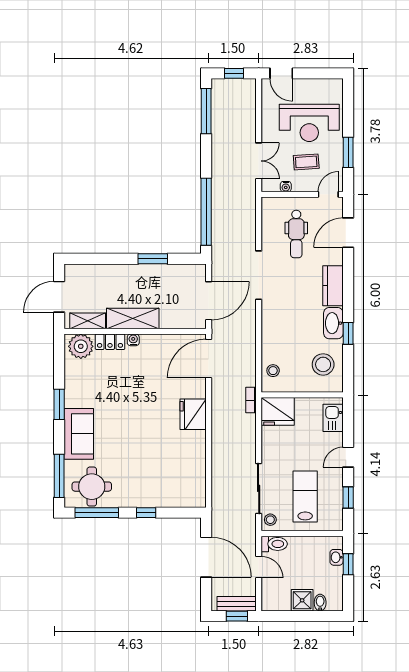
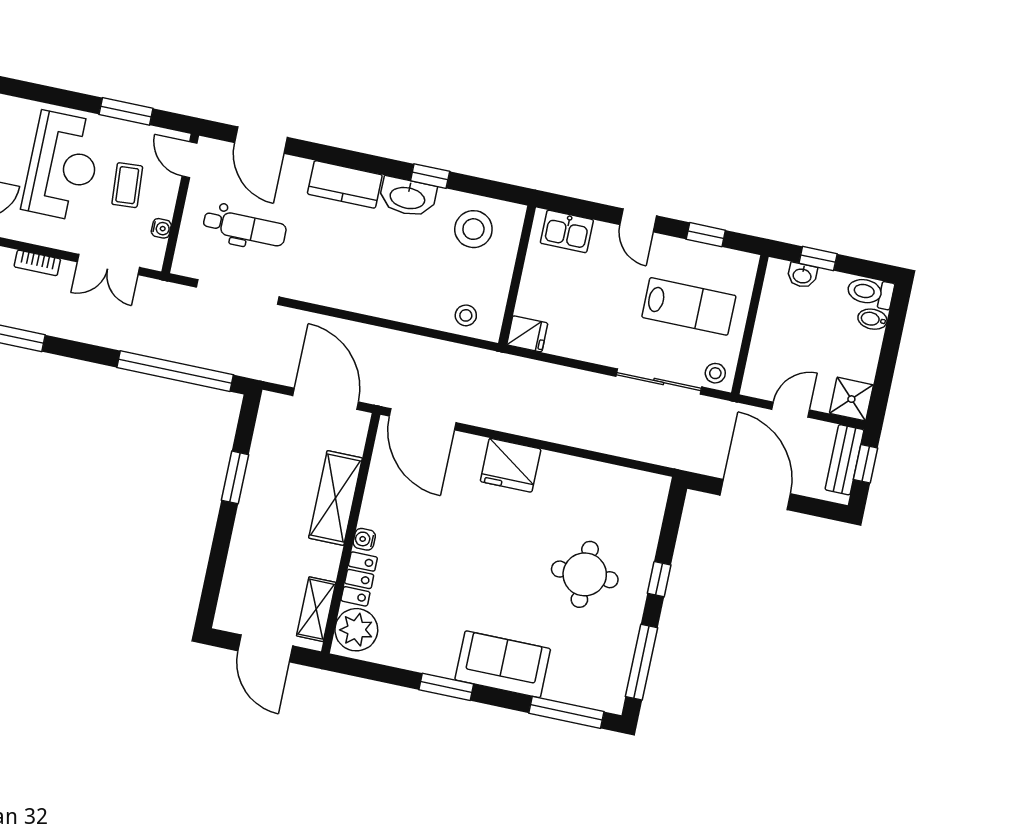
double door: (259, 161) -> (108, 265), swing flipped
doorway: (259, 275) -> (238, 292), moved
shelving: (133, 318) -> (335, 498), moved
bookcase: (251, 400) -> (37, 263), moved
fridge: (278, 411) -> (527, 334), width x0.53, depth x0.75
round table: (92, 487) -> (585, 574), moved
lab bench: (305, 497) -> (689, 306), turned 180
toilet: (274, 544) -> (870, 292), moved, turned -90
door: (206, 557) -> (755, 494), hinge flipped
shower: (302, 600) -> (851, 399), moved

